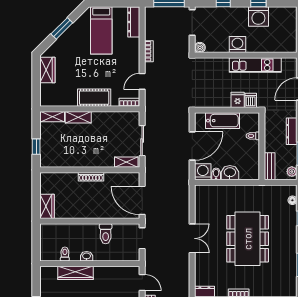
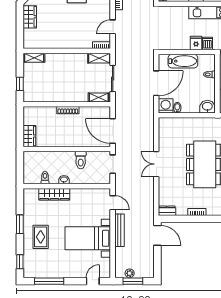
cot: (94, 98) -> (71, 41), removed
shelving: (78, 117) -> (99, 58), moved
washbasin: (230, 173) -> (207, 107), moved
double door: (192, 238) -> (156, 164), swing flipped

